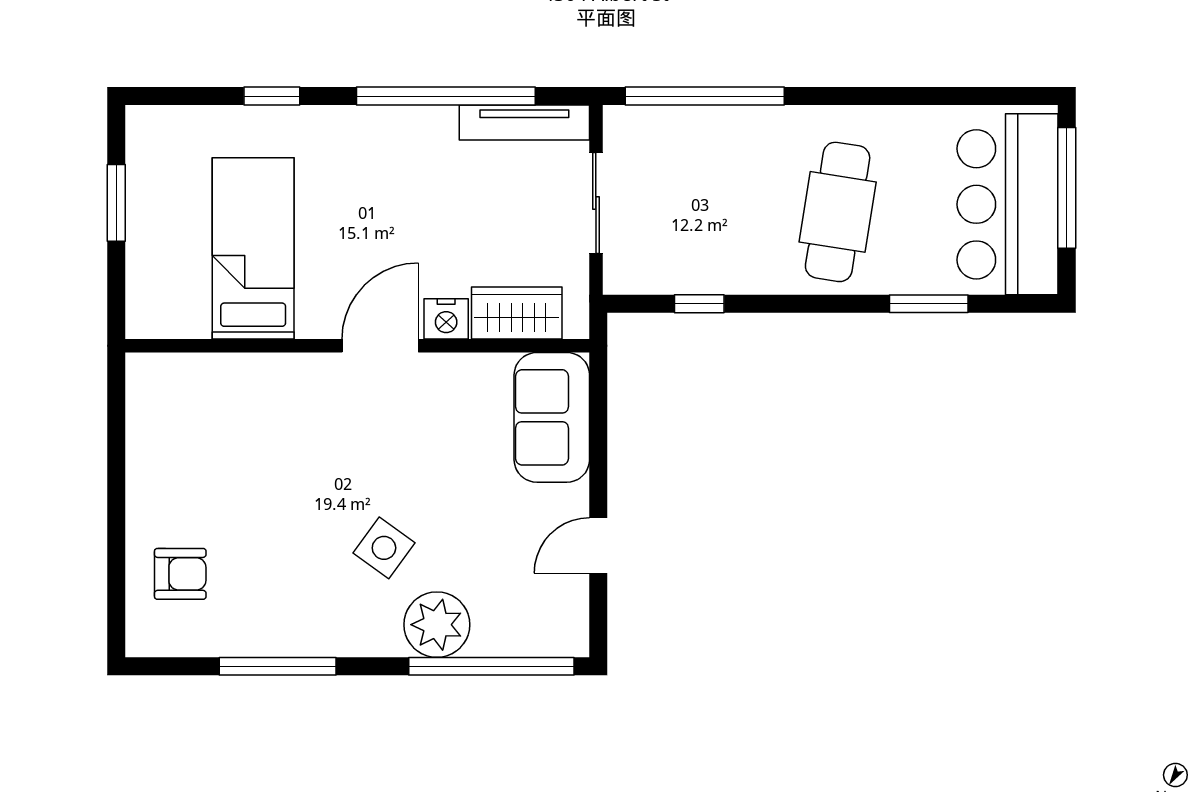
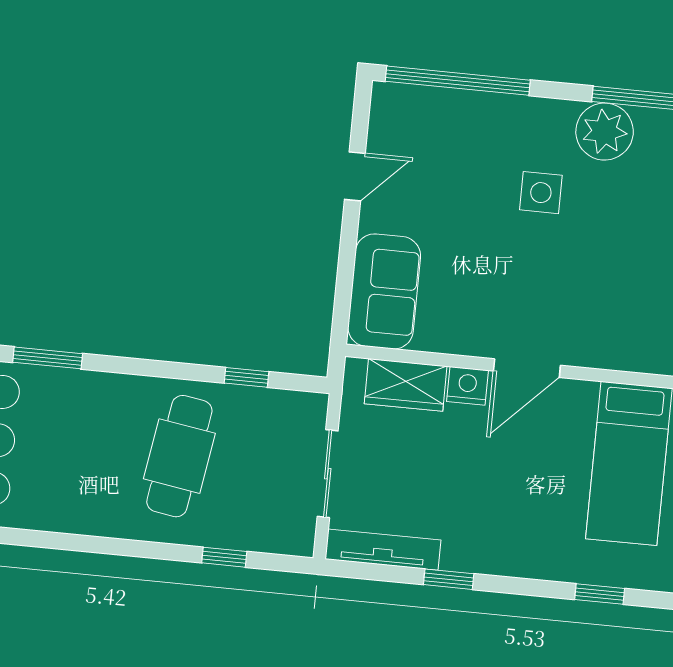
window: (446, 96) -> (449, 579), width x0.32
window: (705, 96) -> (224, 557), width x0.32
cafe table: (838, 212) -> (179, 456), moved
side table: (384, 548) -> (541, 193), turned -36
plant: (437, 625) -> (605, 132), moved

